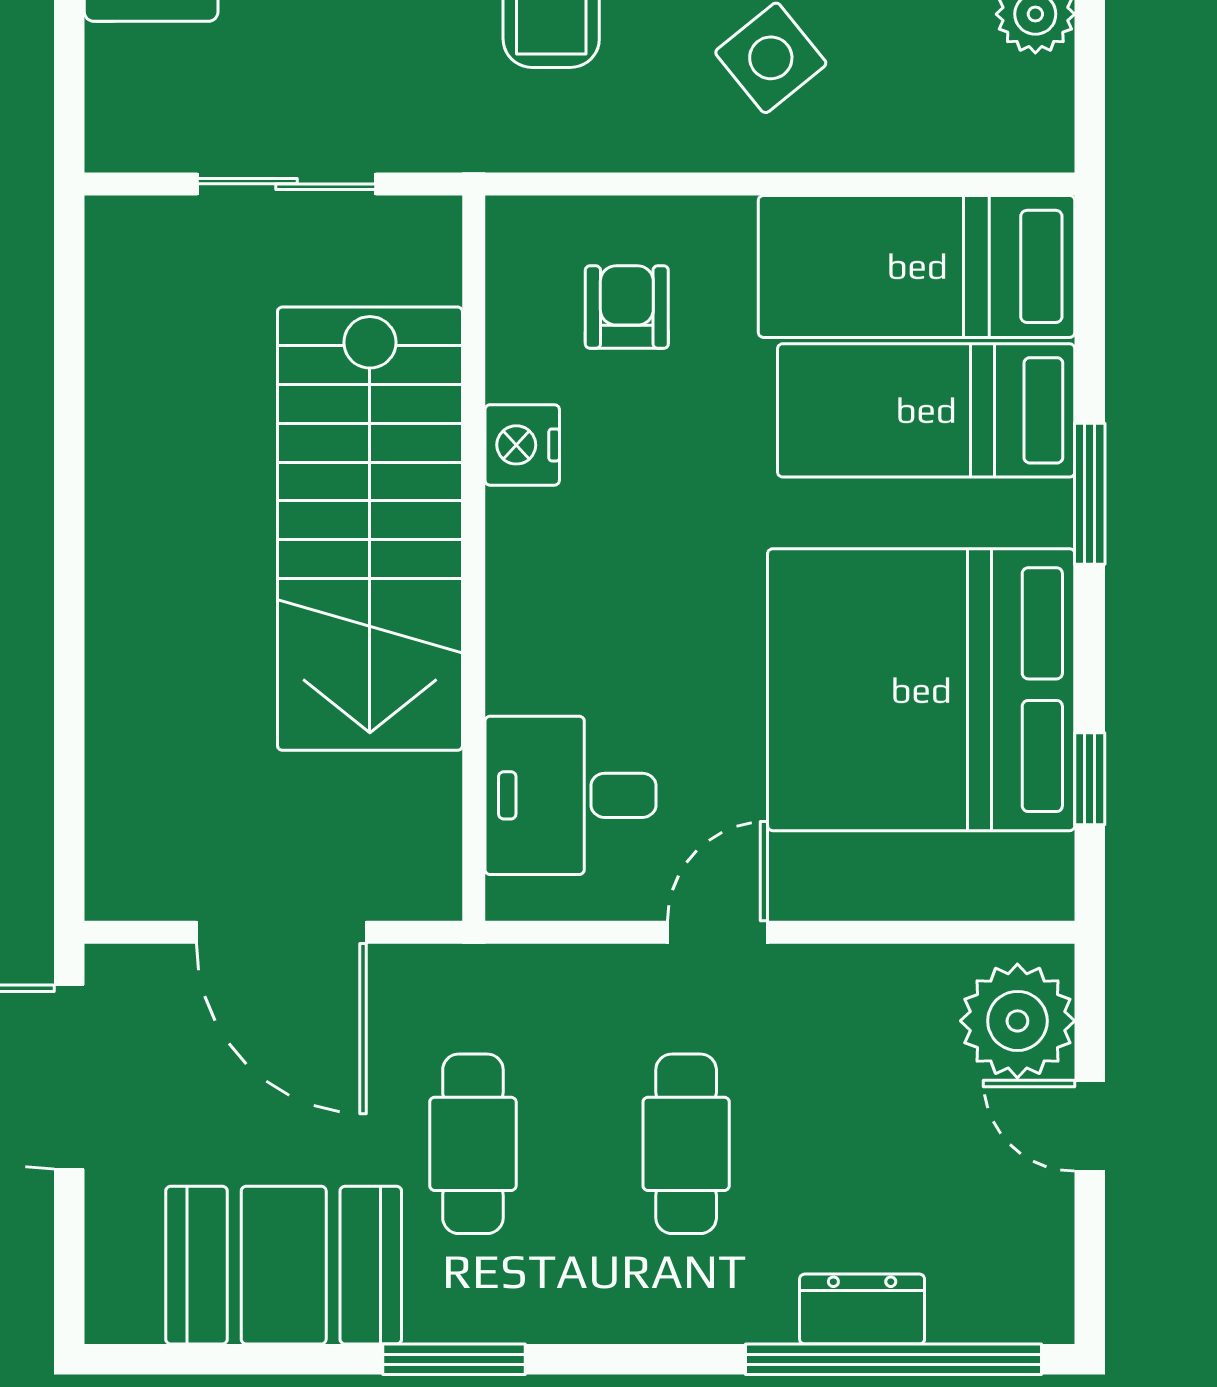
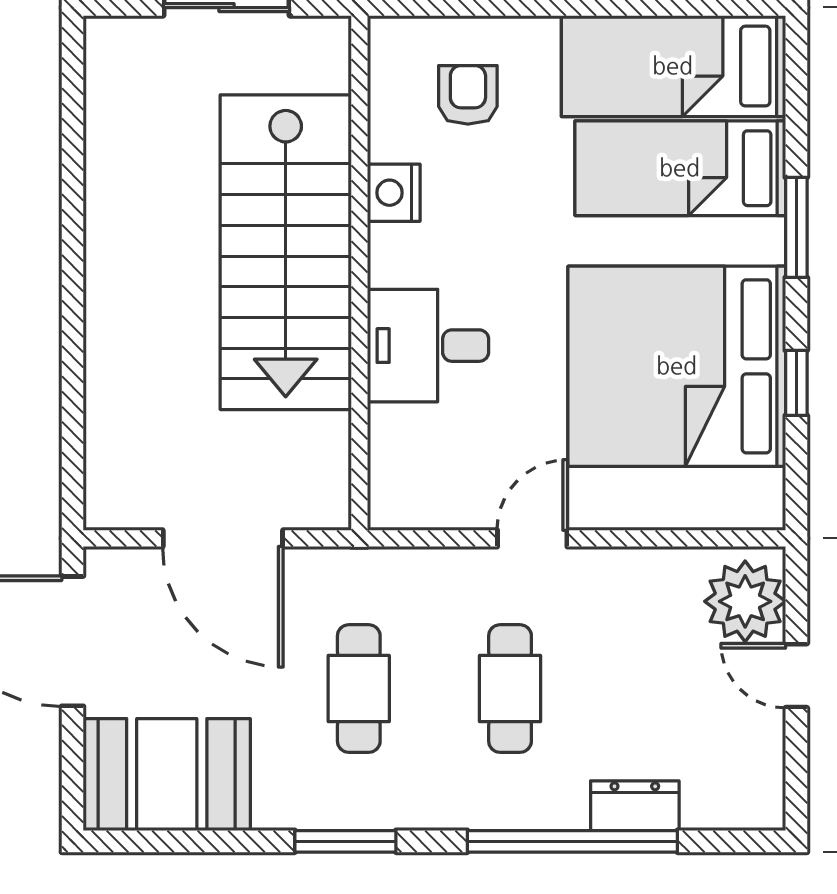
window: (1090, 779) -> (796, 383), moved
desk: (571, 795) -> (428, 346), moved
booth: (284, 1265) -> (167, 775), moved
window: (893, 1359) -> (572, 841), moved

